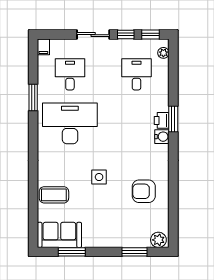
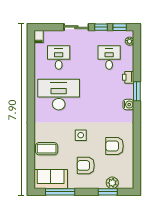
window: (33, 97) -> (31, 75), removed
printer: (162, 120) -> (128, 77), moved
armchair: (106, 217) -> (86, 165), added
plant: (158, 240) -> (112, 183), moved
window: (72, 252) -> (60, 192), width x1.44

